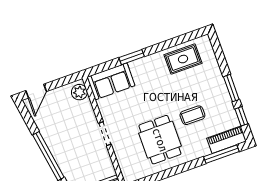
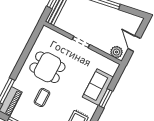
sofa: (111, 81) -> (98, 87), moved
door: (36, 91) -> (134, 44), moved

